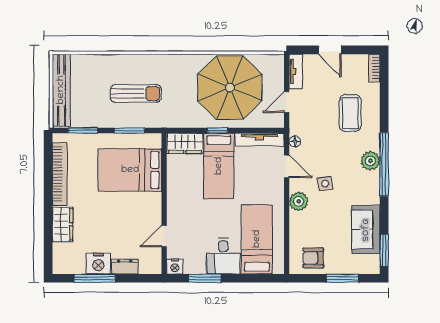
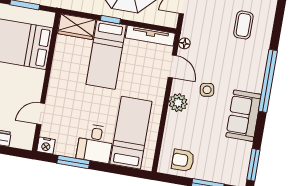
coffee table: (350, 113) -> (243, 25), width x0.73, depth x0.77
plant: (370, 161) -> (255, 75), removed
sofa: (366, 230) -> (244, 116), moved

